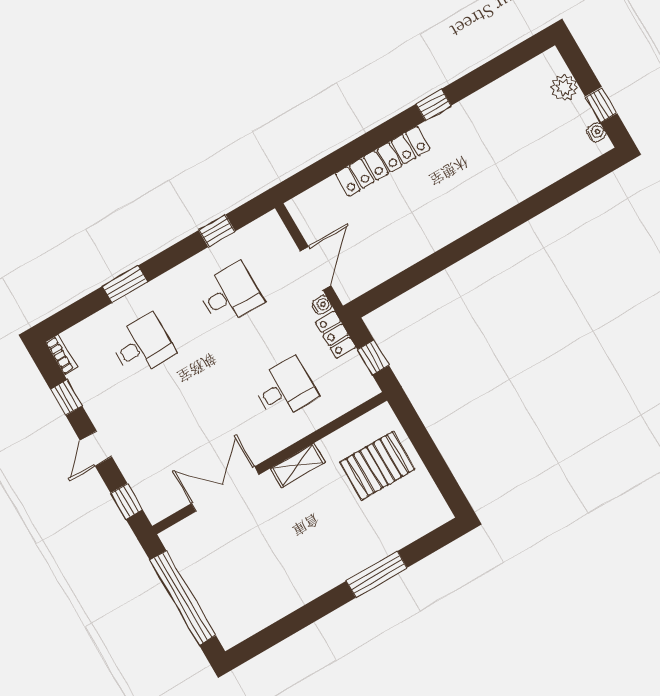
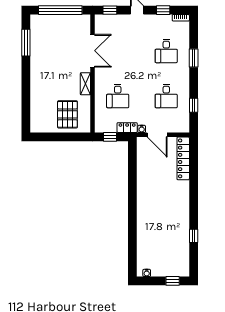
plant: (564, 88) -> (171, 271), removed
window: (433, 105) -> (194, 236), moved
window: (601, 105) -> (173, 281), moved
locker: (383, 161) -> (183, 158), moved
window: (377, 574) -> (26, 43), moved

